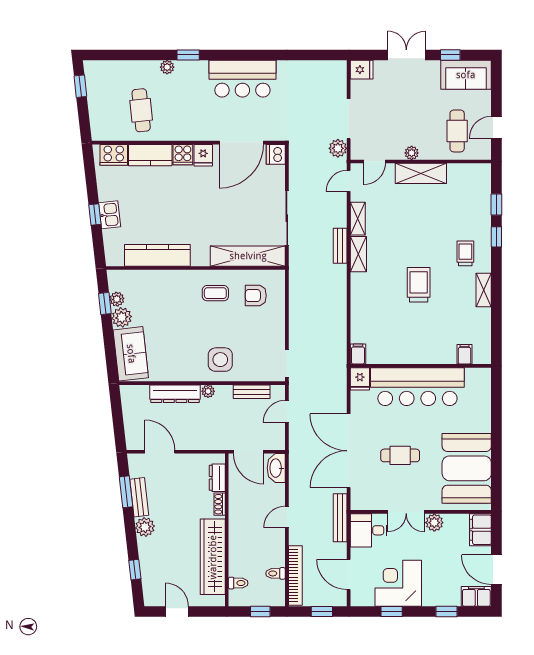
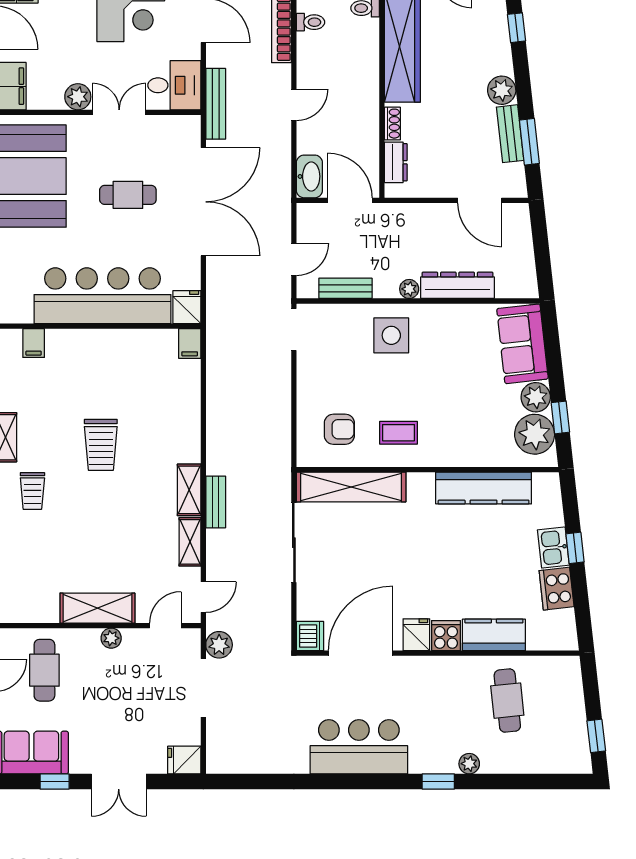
cooker: (114, 155) -> (557, 589), moved, turned -96
plant: (117, 299) -> (535, 434), width x1.88, depth x1.88

